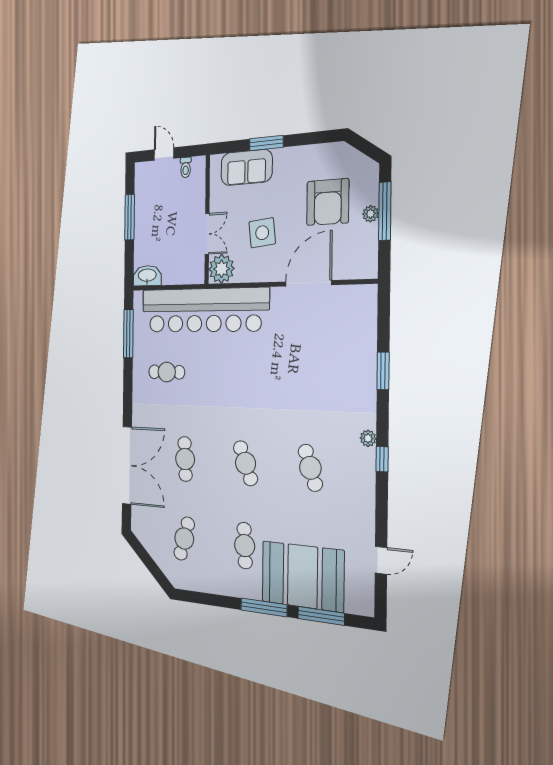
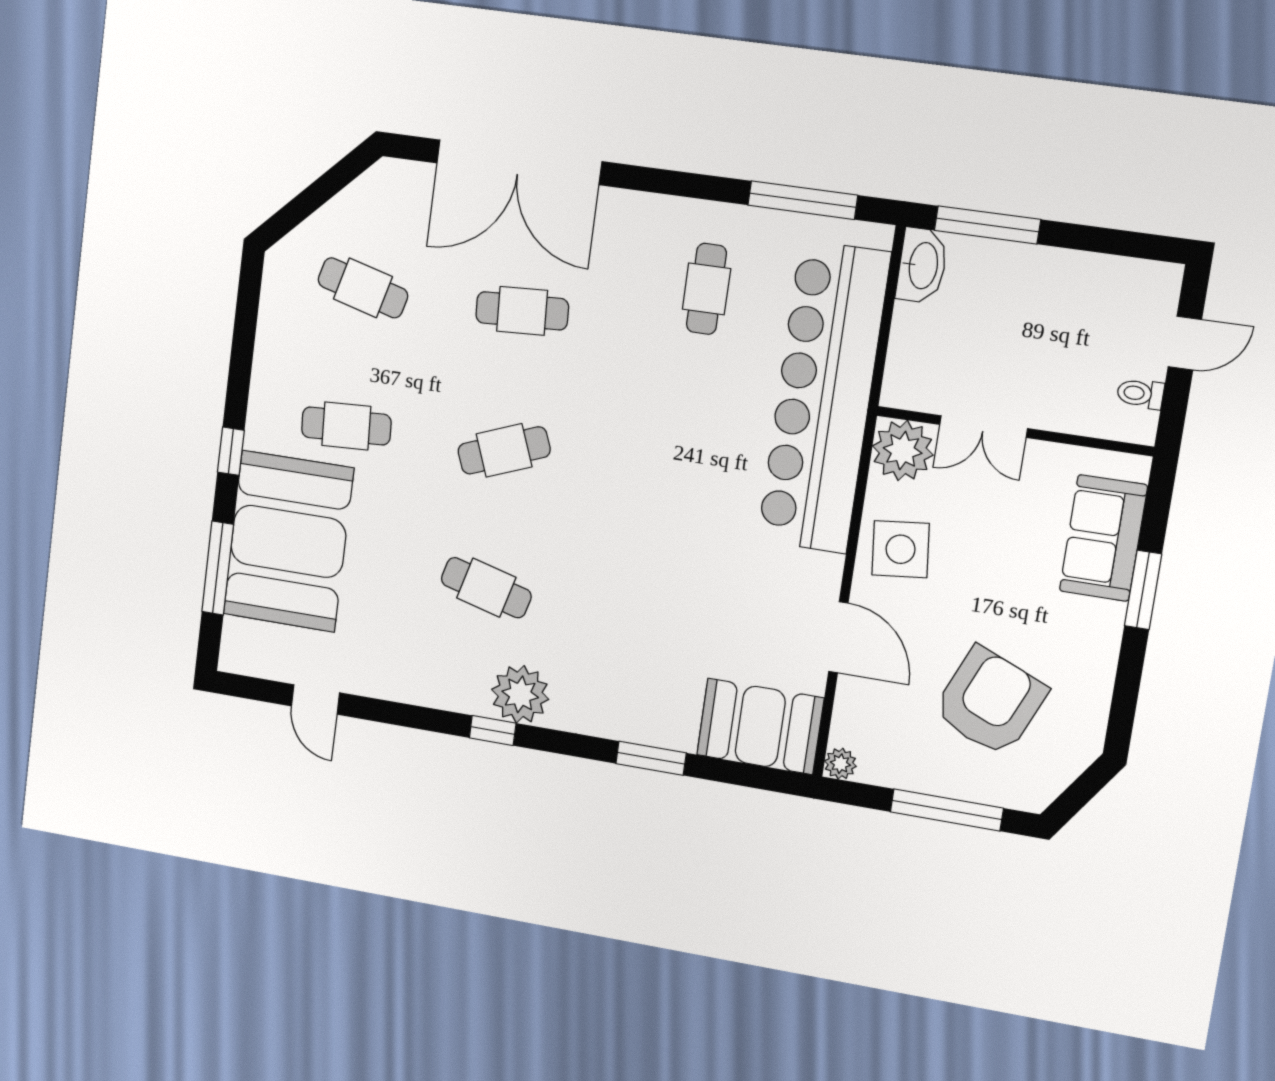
armchair: (328, 202) -> (990, 702), turned 113
plant: (371, 214) -> (840, 764), moved
window: (130, 217) -> (987, 225), moved
side table: (262, 233) -> (901, 549), moved
door: (308, 283) -> (838, 637), width x0.73
booth: (358, 315) -> (760, 726), added
plant: (368, 438) -> (520, 694), width x1.88, depth x1.88
cafe table: (310, 468) -> (486, 588), turned 33
window: (264, 607) -> (231, 451), width x0.46

